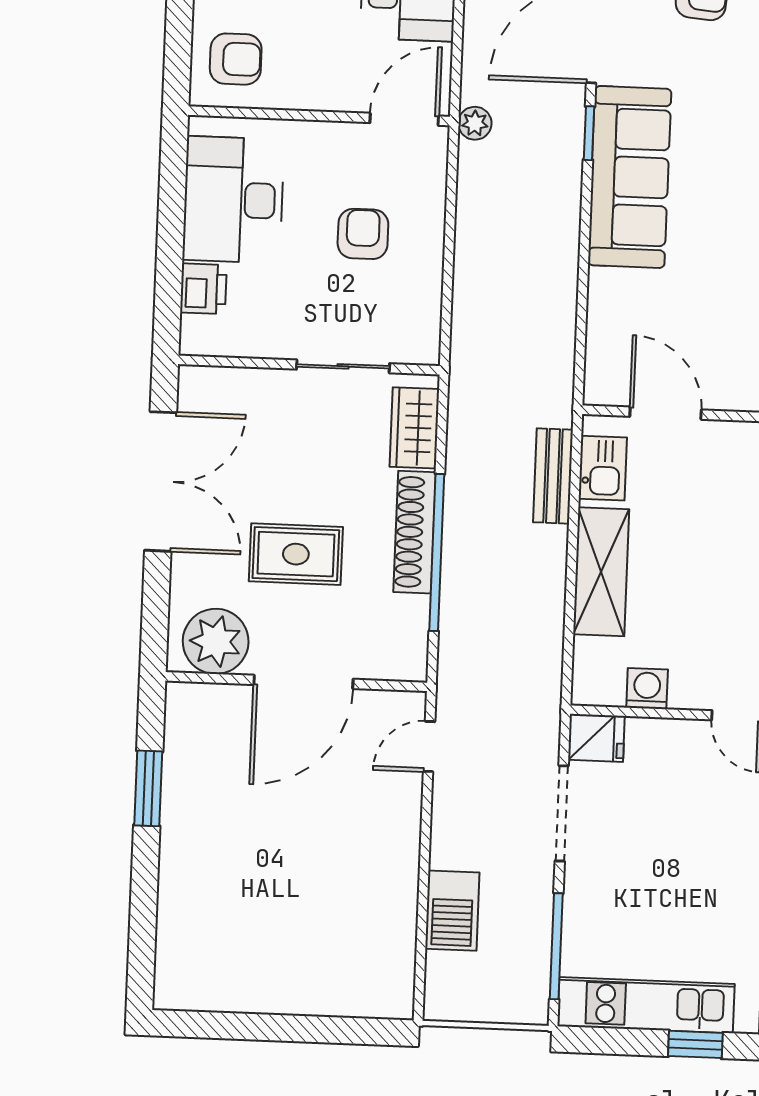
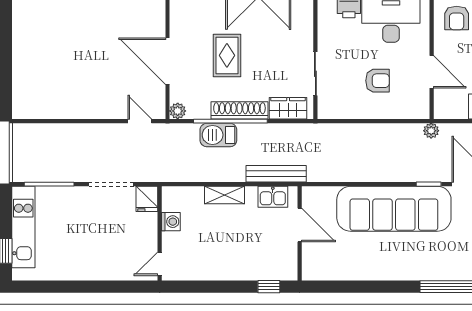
door: (404, 119) -> (432, 72), moved
sofa: (630, 177) -> (394, 209), width x1.36, depth x1.27
door: (666, 413) -> (300, 225), hinge flipped
bench: (553, 476) -> (276, 174), width x1.36
shelving: (601, 572) -> (224, 195), width x0.67, depth x0.75
plant: (216, 641) -> (178, 111), moved, width x0.53, depth x0.53
barbecue: (452, 911) -> (218, 135), moved

